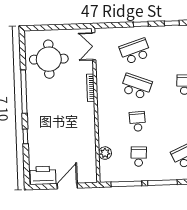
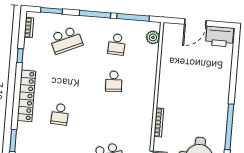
school desk: (136, 86) -> (111, 118), removed
window: (25, 136) -> (233, 79), removed
plant: (105, 153) -> (153, 37), moved

